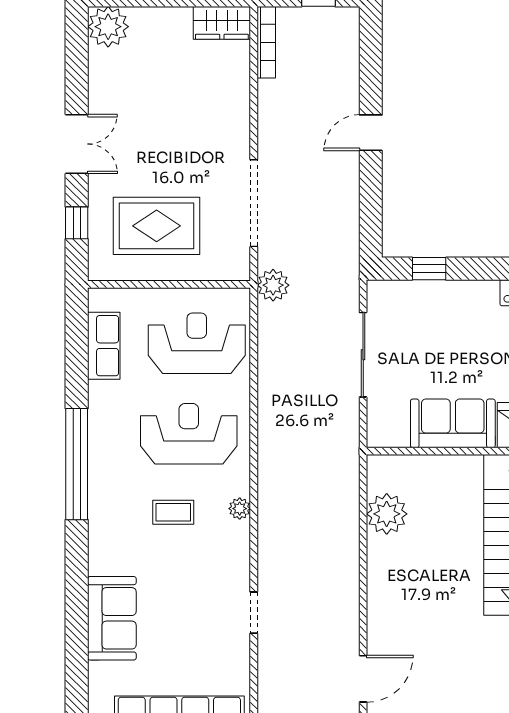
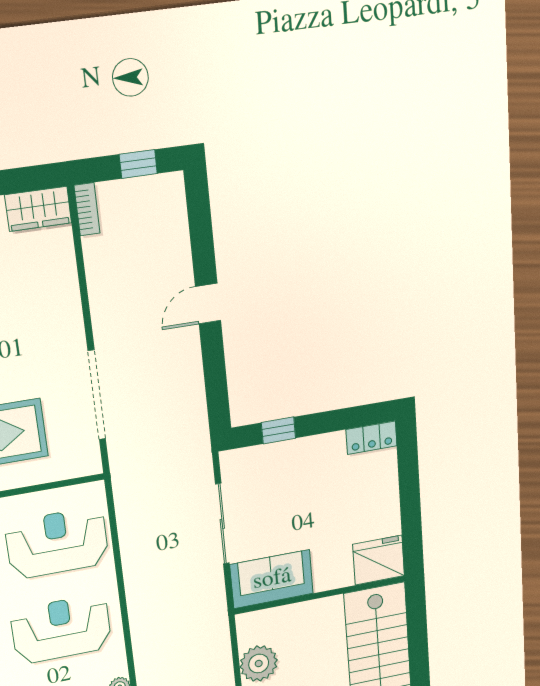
bookcase: (266, 42) -> (87, 209), width x0.64
plant: (273, 285) -> (126, 473), removed
sofa: (453, 423) -> (272, 579), moved

